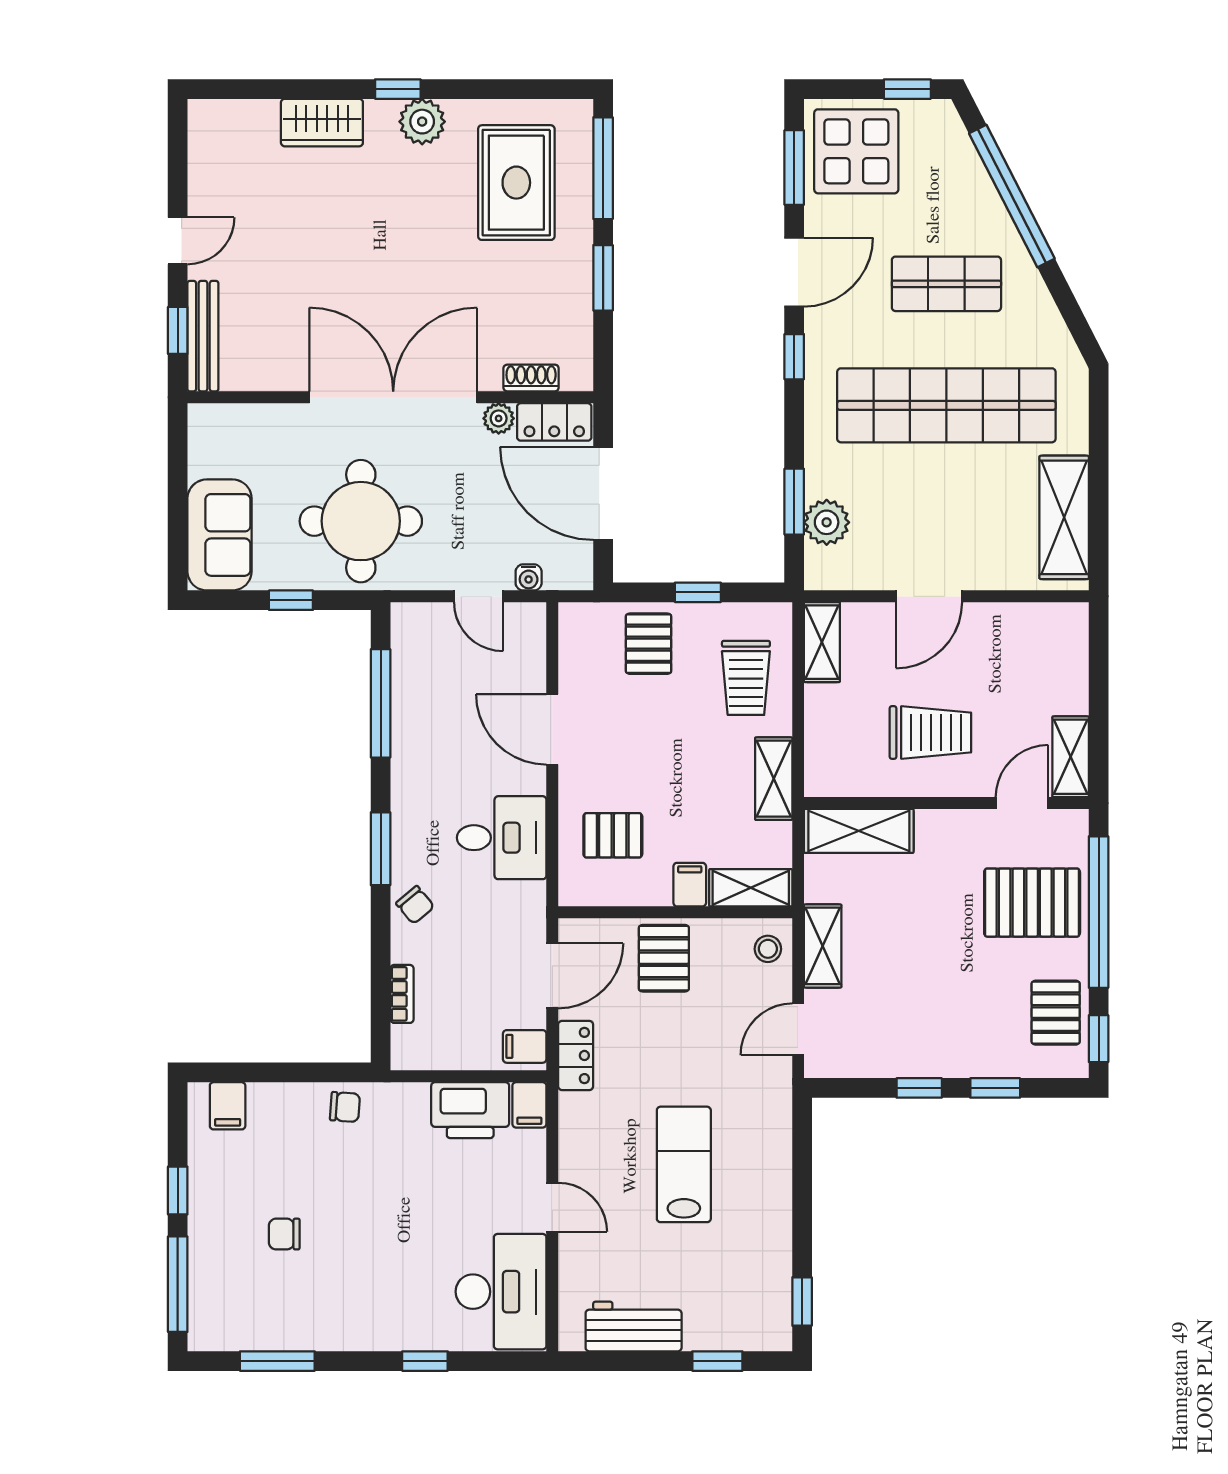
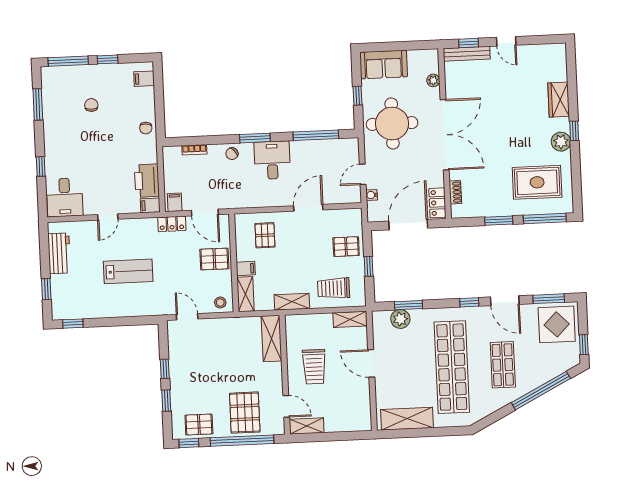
plant: (499, 418) -> (433, 80), moved
desk: (502, 838) -> (272, 160), moved, turned 180
shelving: (823, 946) -> (222, 325), removed
desk: (501, 1292) -> (65, 197), width x0.73

